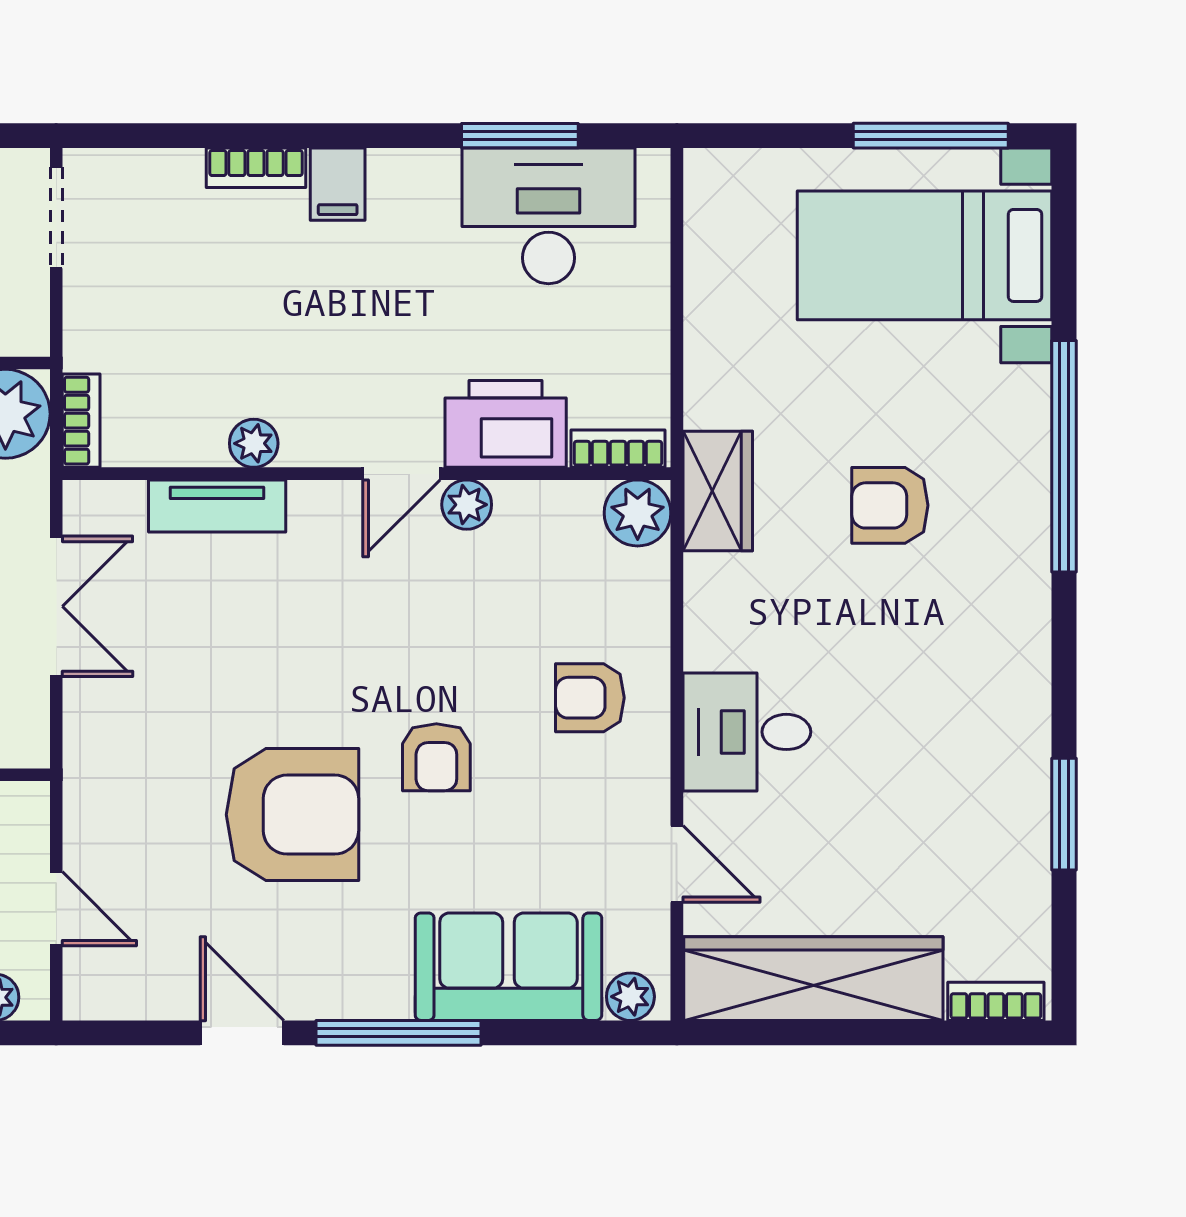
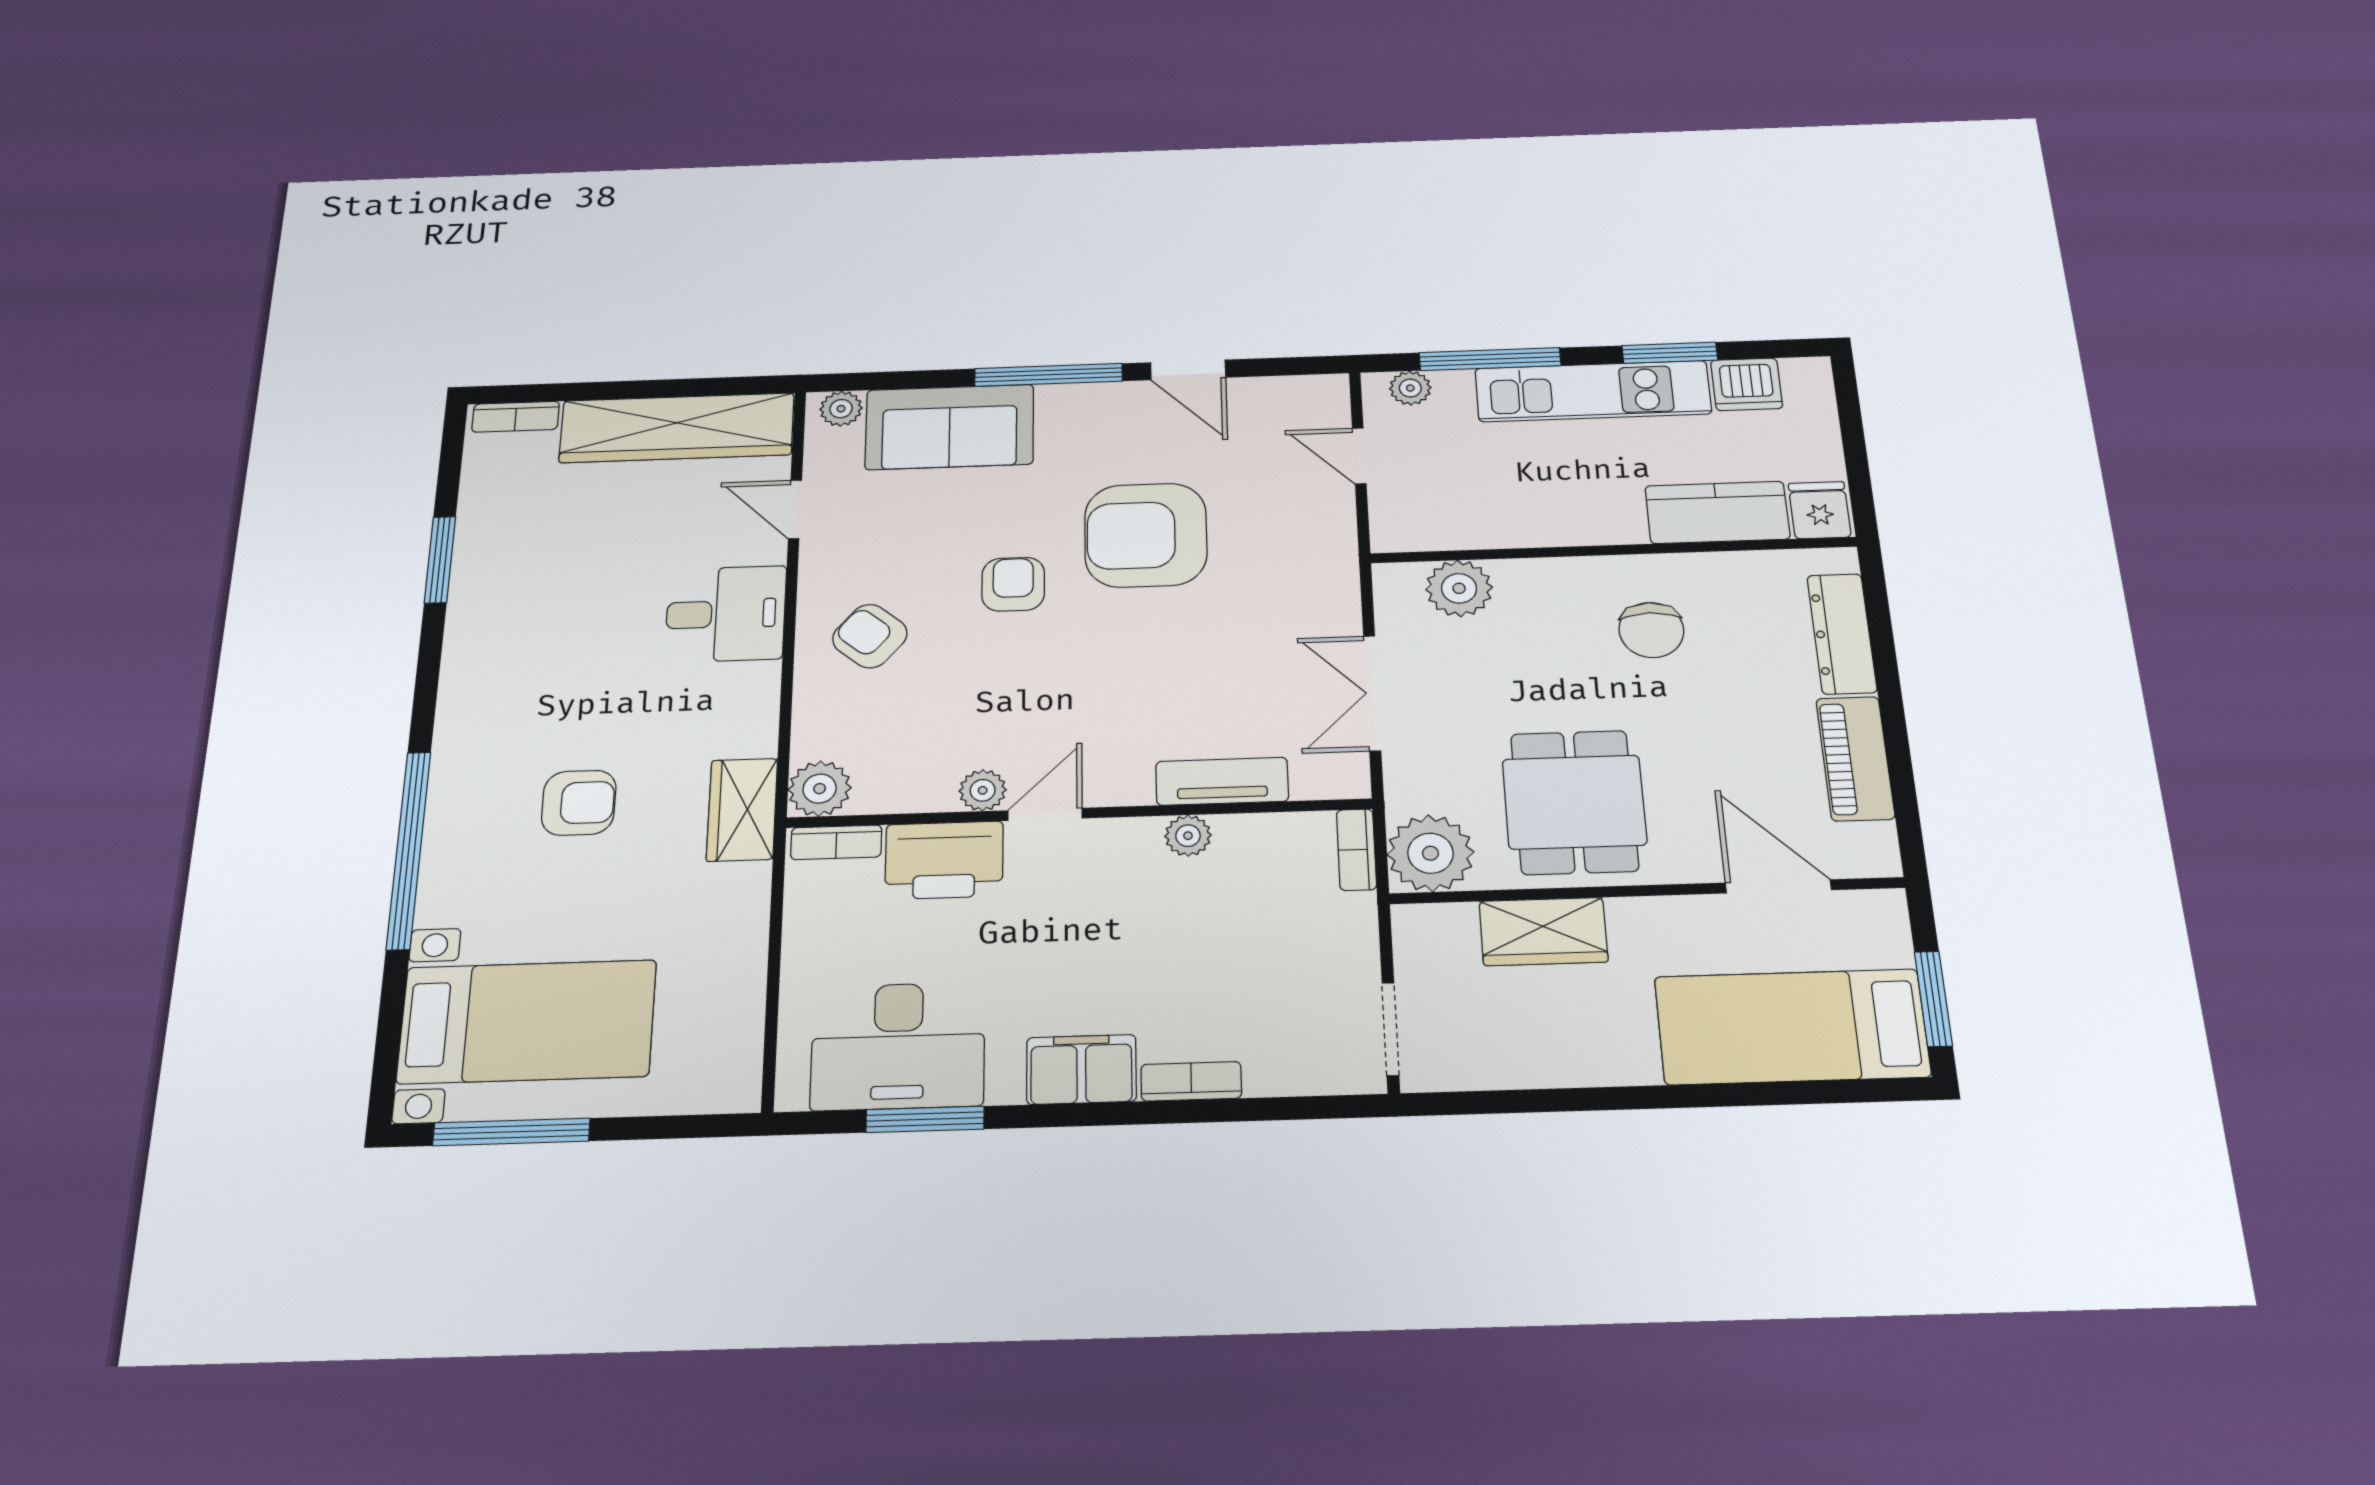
filing cabinet: (338, 184) -> (1081, 1069), width x2.00
armchair: (590, 698) -> (870, 636), turned -140

